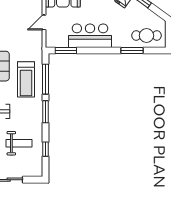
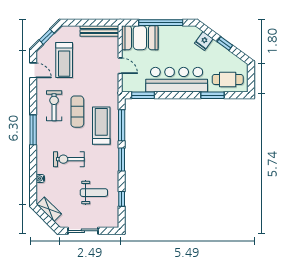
door: (44, 22) -> (120, 66), swing flipped
bar counter: (90, 36) -> (177, 80), width x1.36
treadmill: (26, 79) -> (101, 126), turned 180

